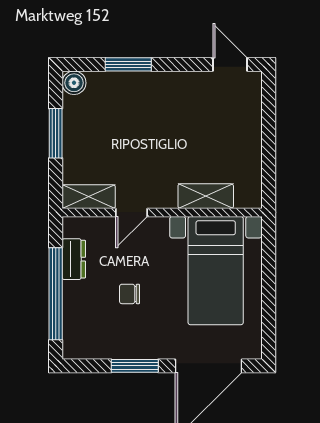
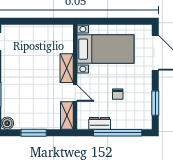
shelving: (206, 196) -> (67, 68), moved
window: (135, 366) -> (155, 103), moved

